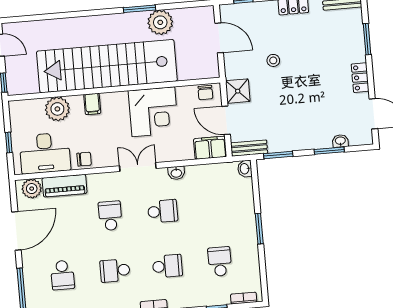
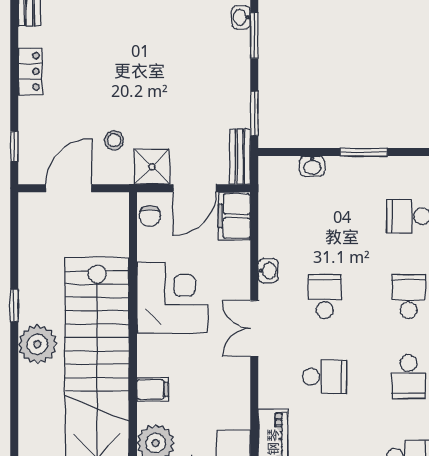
window: (140, 9) -> (14, 305), width x0.67
plant: (160, 22) -> (37, 344), moved
stool: (273, 60) -> (114, 140), moved
chair: (205, 93) -> (150, 216), turned 90
chair: (84, 159) -> (235, 409), removed
washbasin: (245, 169) -> (312, 166), moved
school desk: (110, 216) -> (325, 377), turned 180

